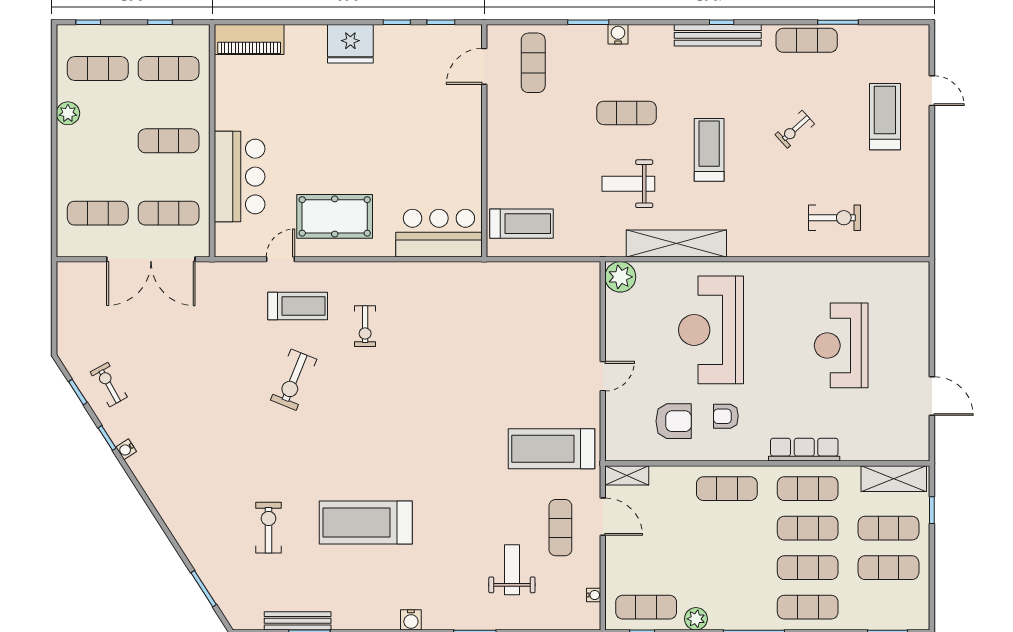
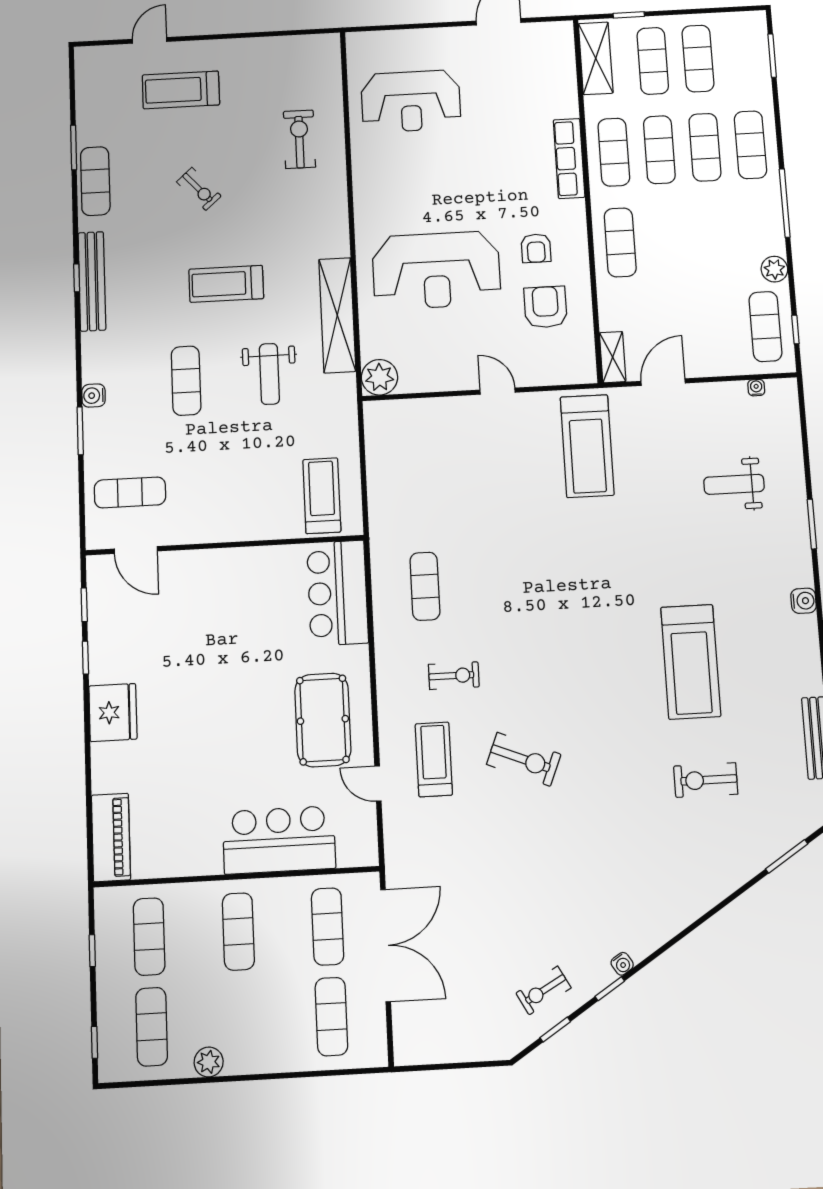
reception desk: (841, 345) -> (411, 101), moved
exercise mat: (560, 528) -> (425, 586), moved, turned 90

